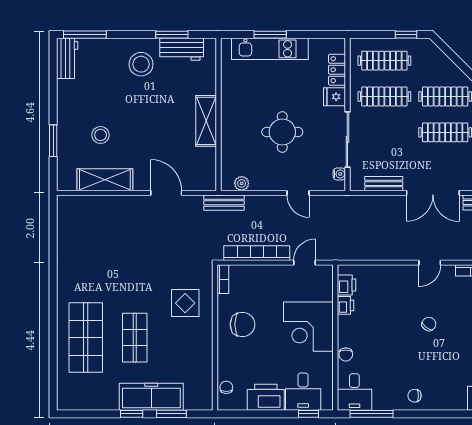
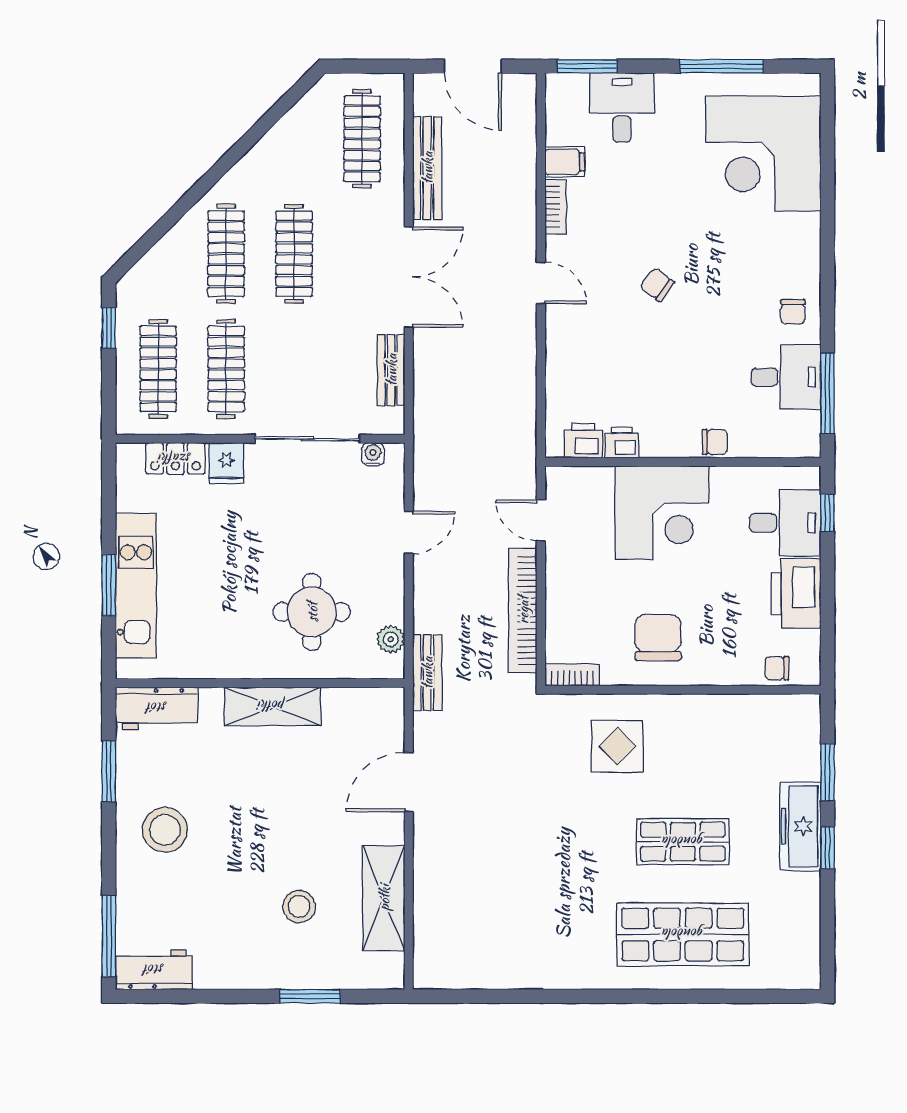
workbench: (182, 49) -> (157, 708), moved, turned 90
round table: (282, 132) -> (312, 612), moved
desk: (354, 392) -> (786, 377), moved
freezer: (151, 397) -> (800, 826), width x0.73, depth x0.79

